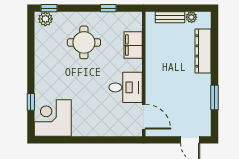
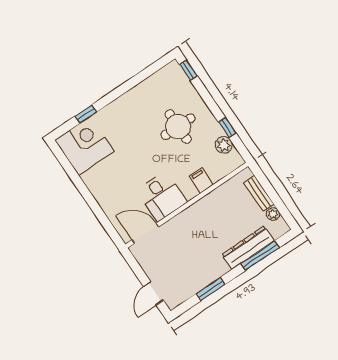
plant: (45, 19) -> (224, 145), moved
filing cabinet: (133, 45) -> (201, 180), width x0.50
window: (214, 46) -> (260, 256), added
door: (144, 117) -> (145, 233), swing flipped

